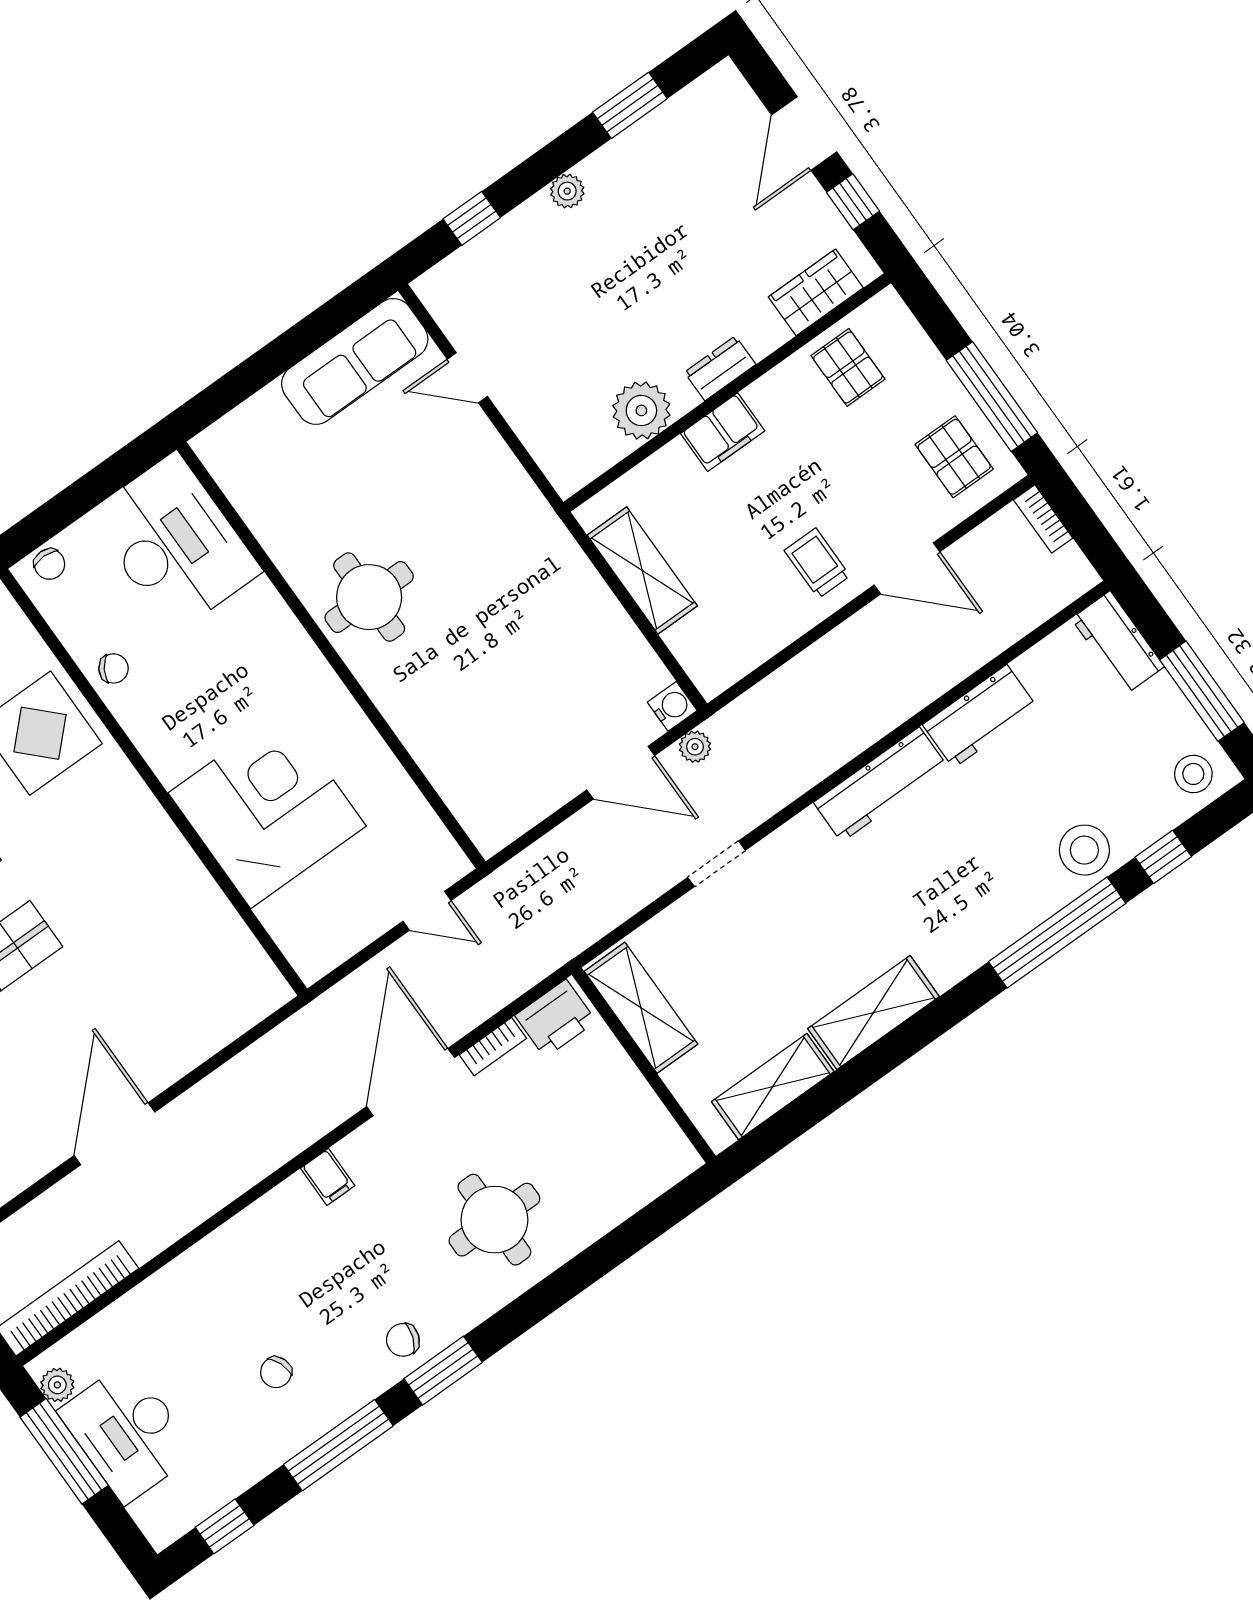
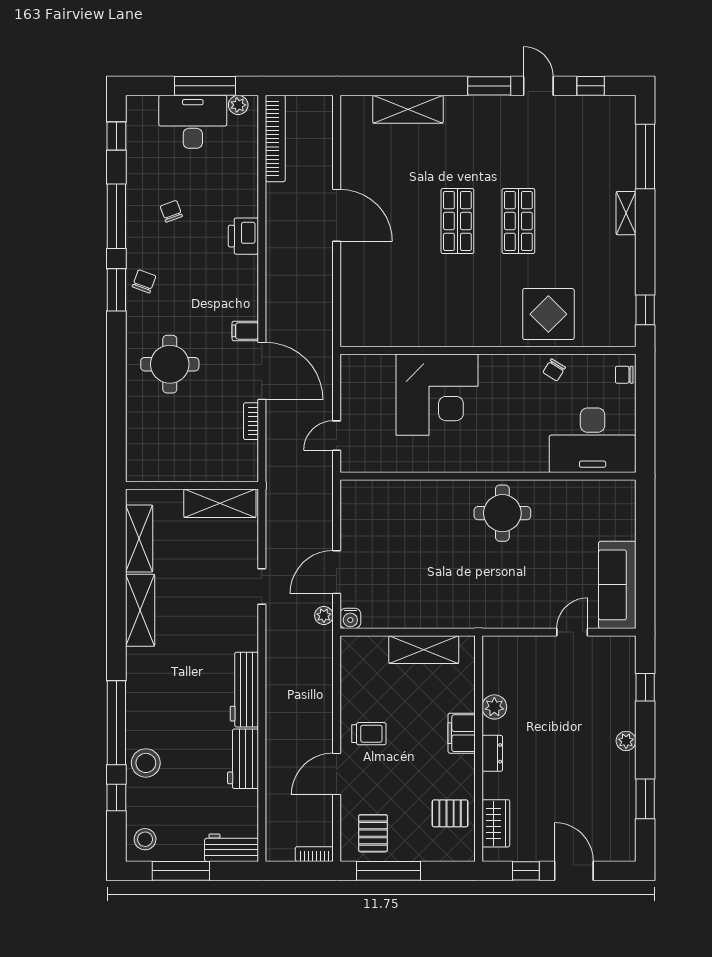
plant: (641, 410) -> (494, 707), width x0.73, depth x0.73
pallet: (954, 457) -> (373, 833), turned 90
printer: (556, 1018) -> (243, 236), moved
filing cabinet: (328, 1177) -> (245, 331), moved

